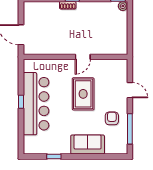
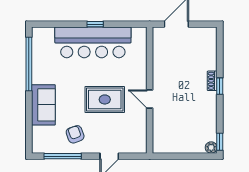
armchair: (112, 118) -> (75, 134), turned -110
window: (54, 157) -> (29, 64), width x3.17

